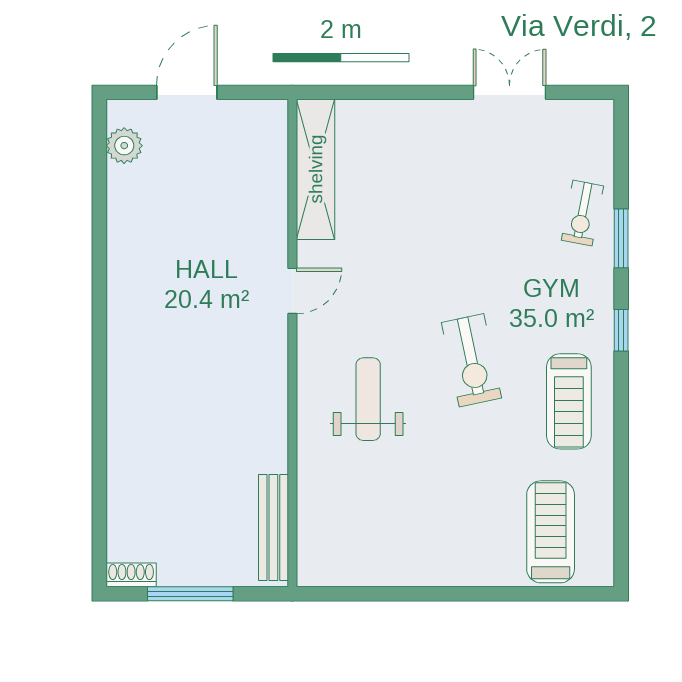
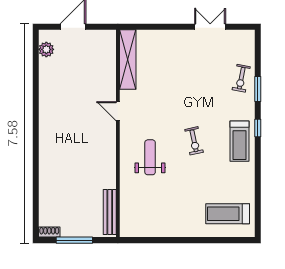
door: (292, 291) -> (118, 111), swing flipped
exercise bike: (471, 360) -> (194, 141), width x0.73, depth x0.72
treadmill: (569, 401) -> (240, 141), moved
treadmill: (551, 532) -> (228, 214), turned -90

